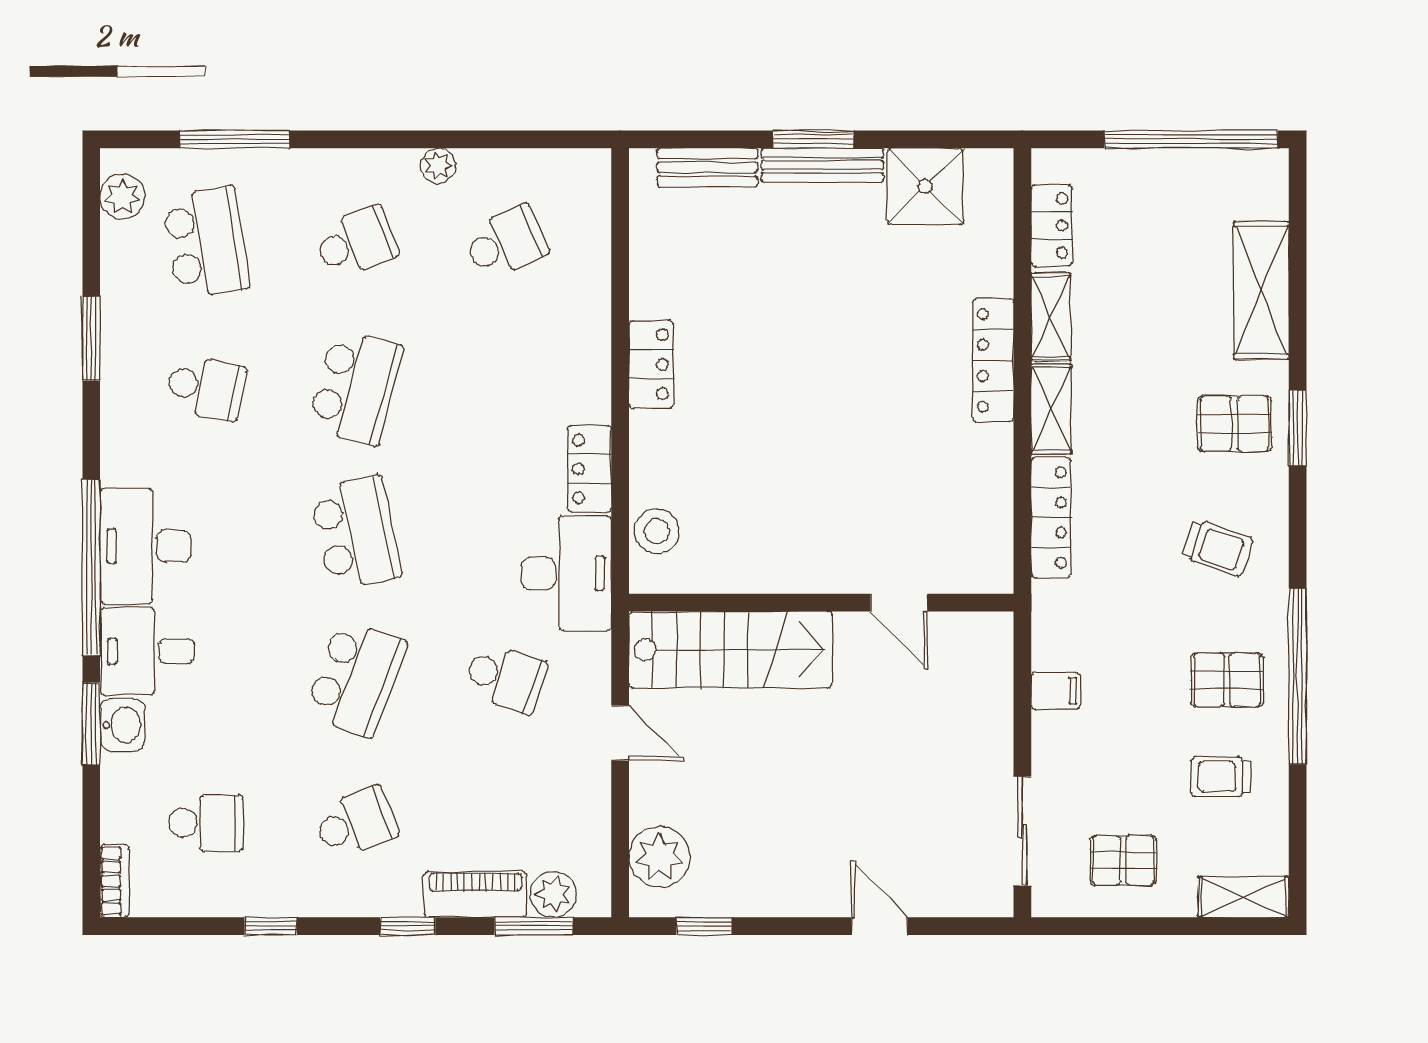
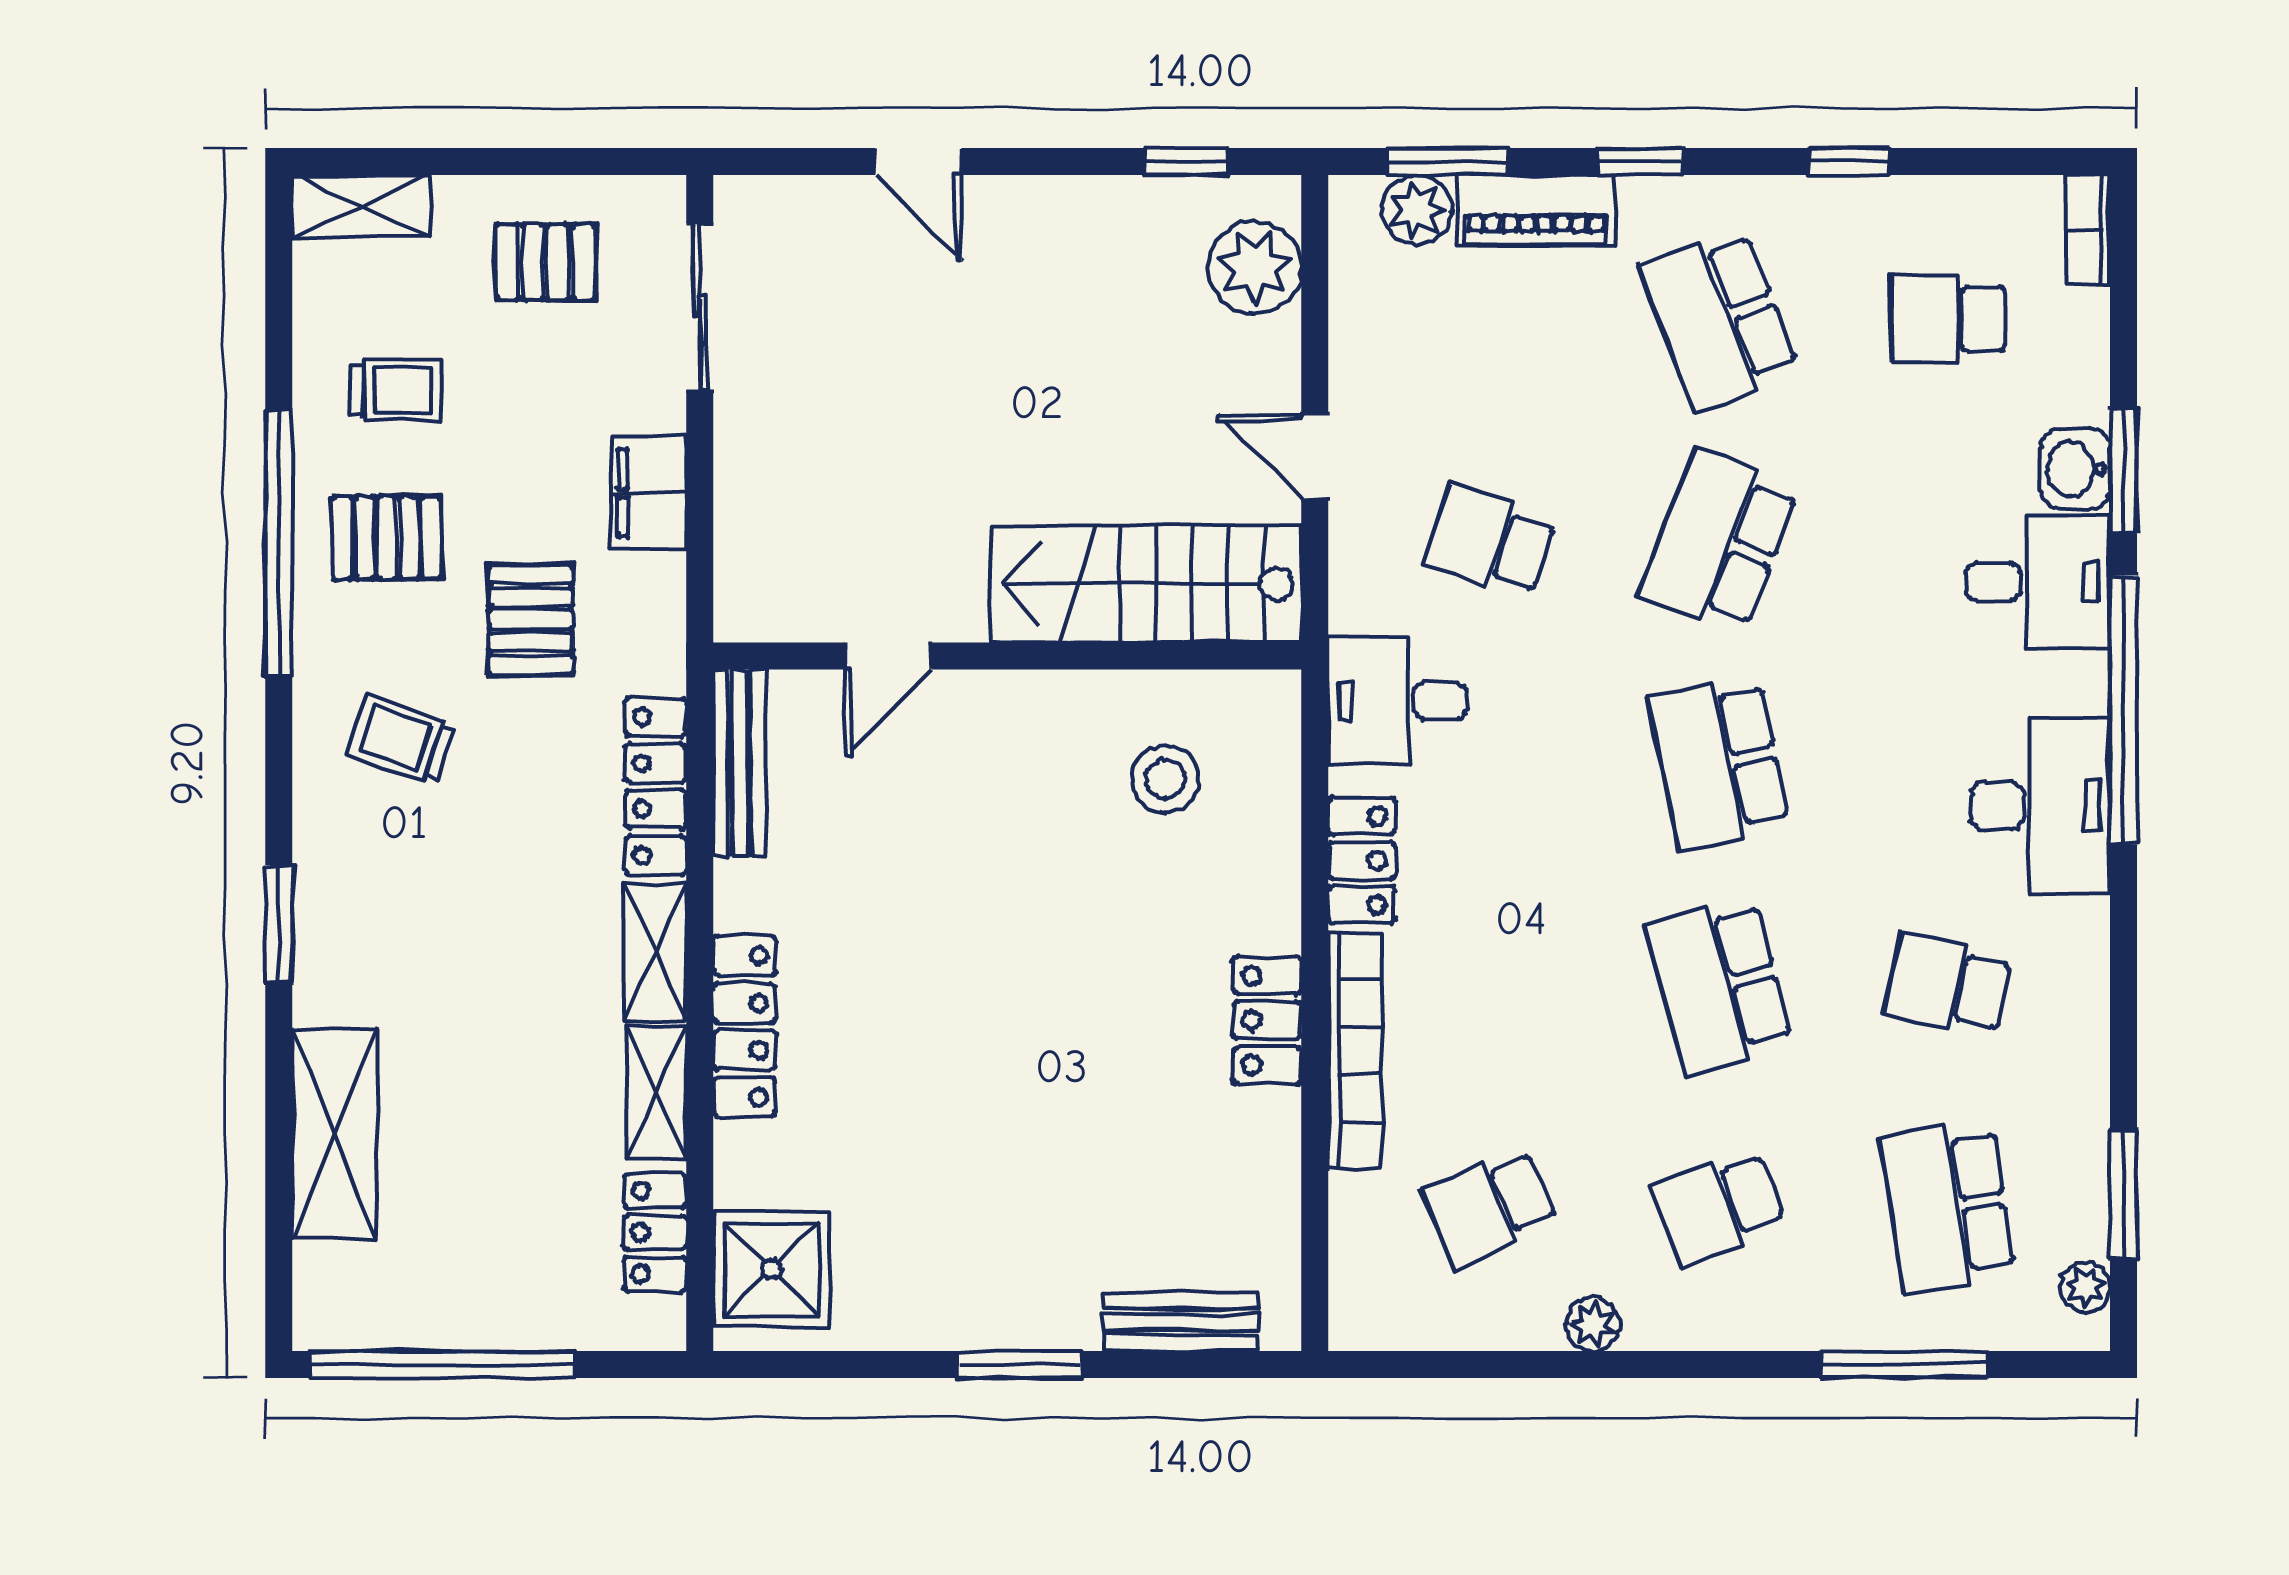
bench: (822, 165) -> (739, 763), moved, turned 90
shower: (925, 186) -> (772, 1269), moved
plant: (122, 196) -> (2085, 1287), width x0.73, depth x0.73
window: (91, 338) -> (2123, 1194), moved
bookcase: (594, 344) -> (1355, 1051), added
school desk: (356, 388) -> (1719, 985), turned -30
pallet: (1234, 424) -> (531, 619), moved, turned 90
stool: (657, 531) -> (1165, 779), moved
desk: (145, 546) -> (2040, 806), moved
desk: (566, 573) -> (1397, 701), width x0.73
door: (899, 603) -> (888, 656), swing flipped
filing cabinet: (1056, 691) -> (649, 493), width x2.00
school desk: (356, 823) -> (1719, 319), width x1.85

